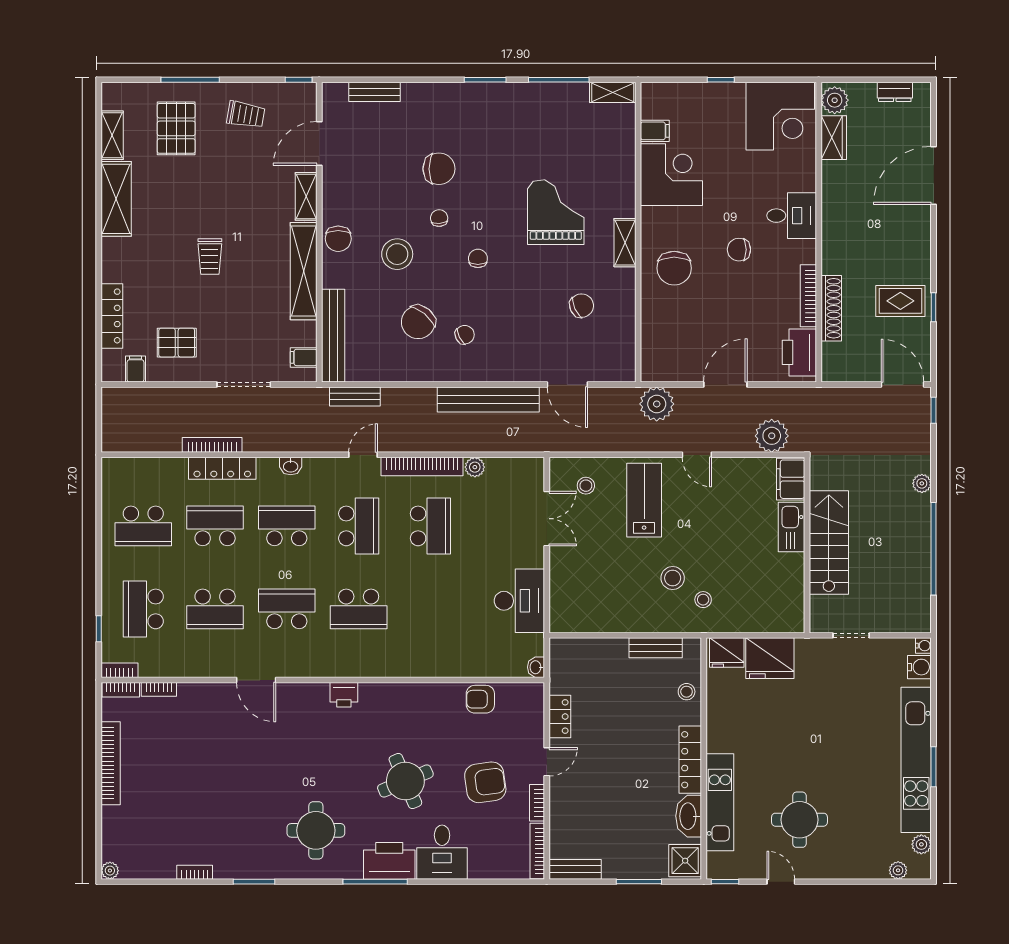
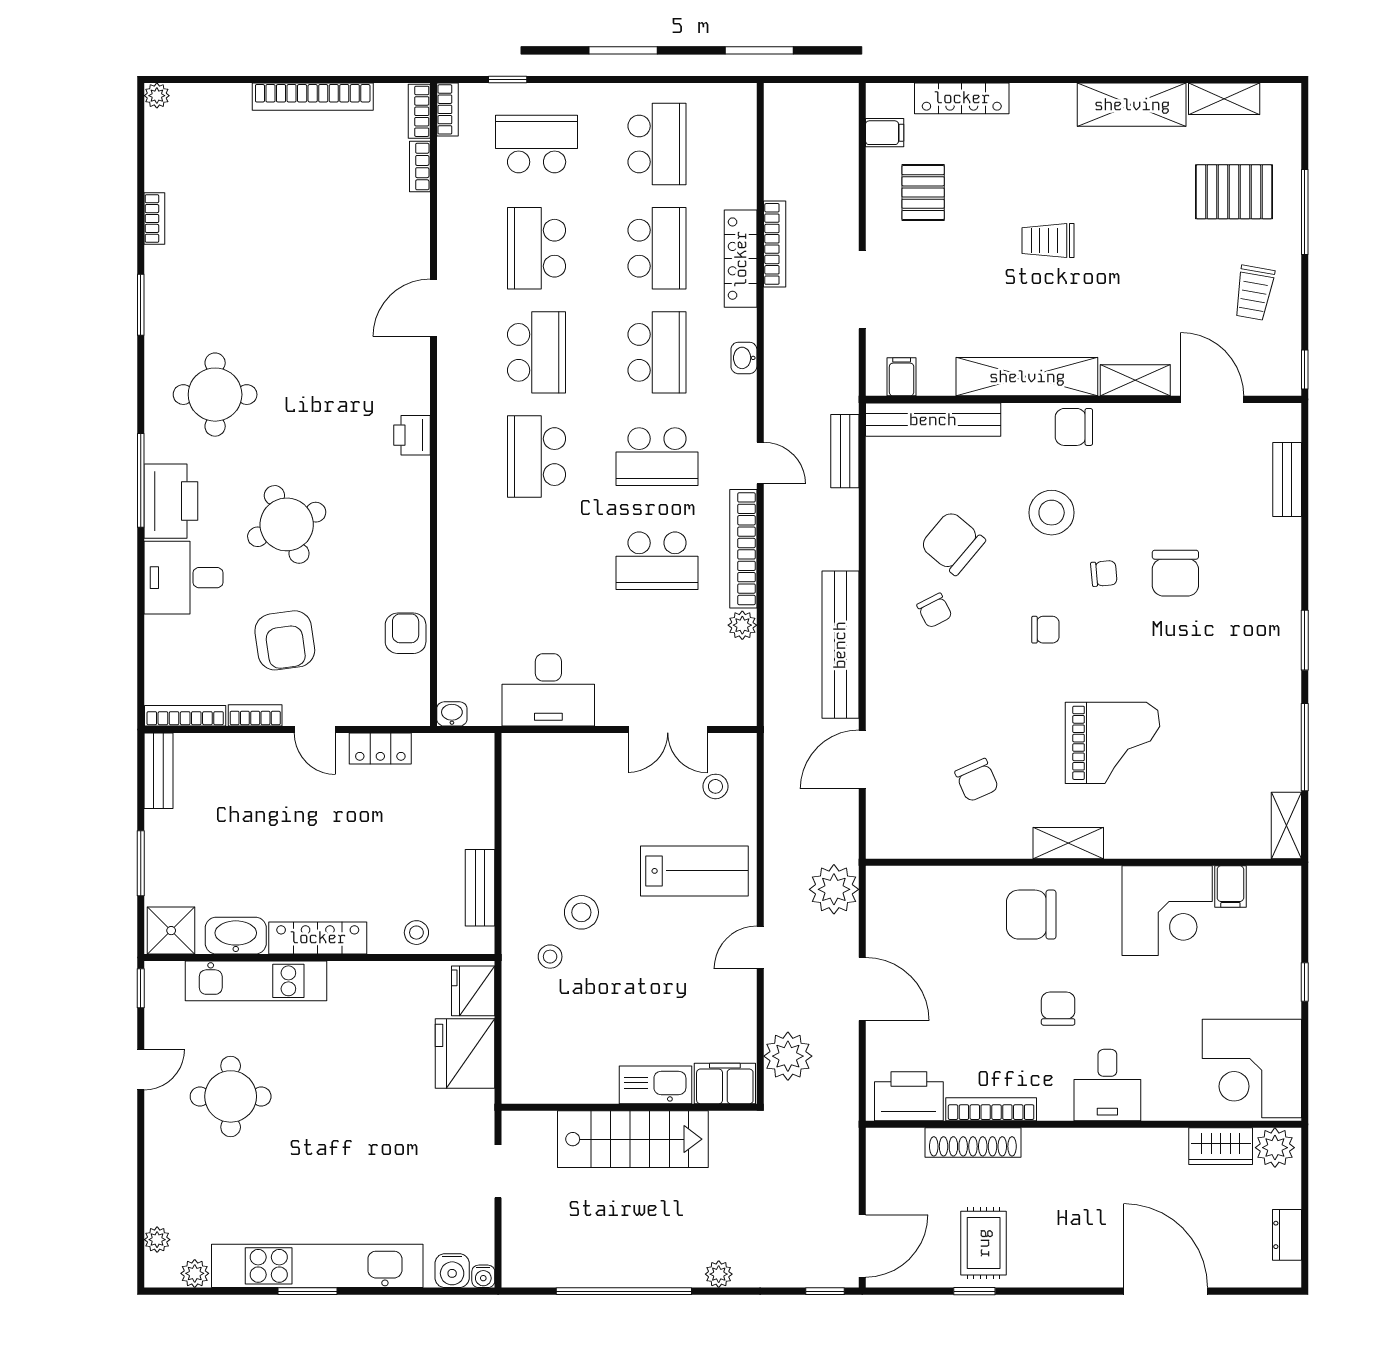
school desk: (143, 526) -> (657, 144), turned 180

